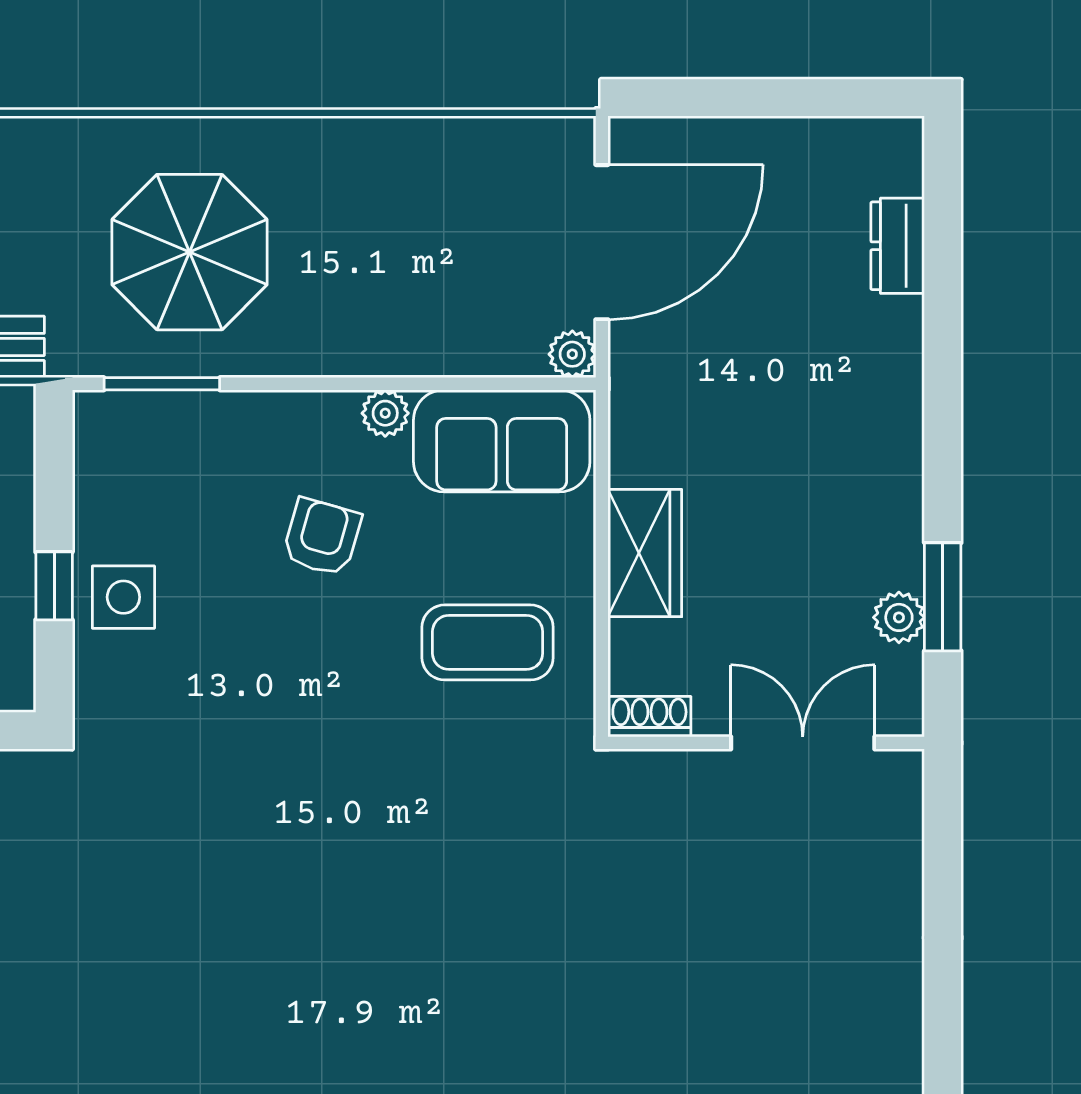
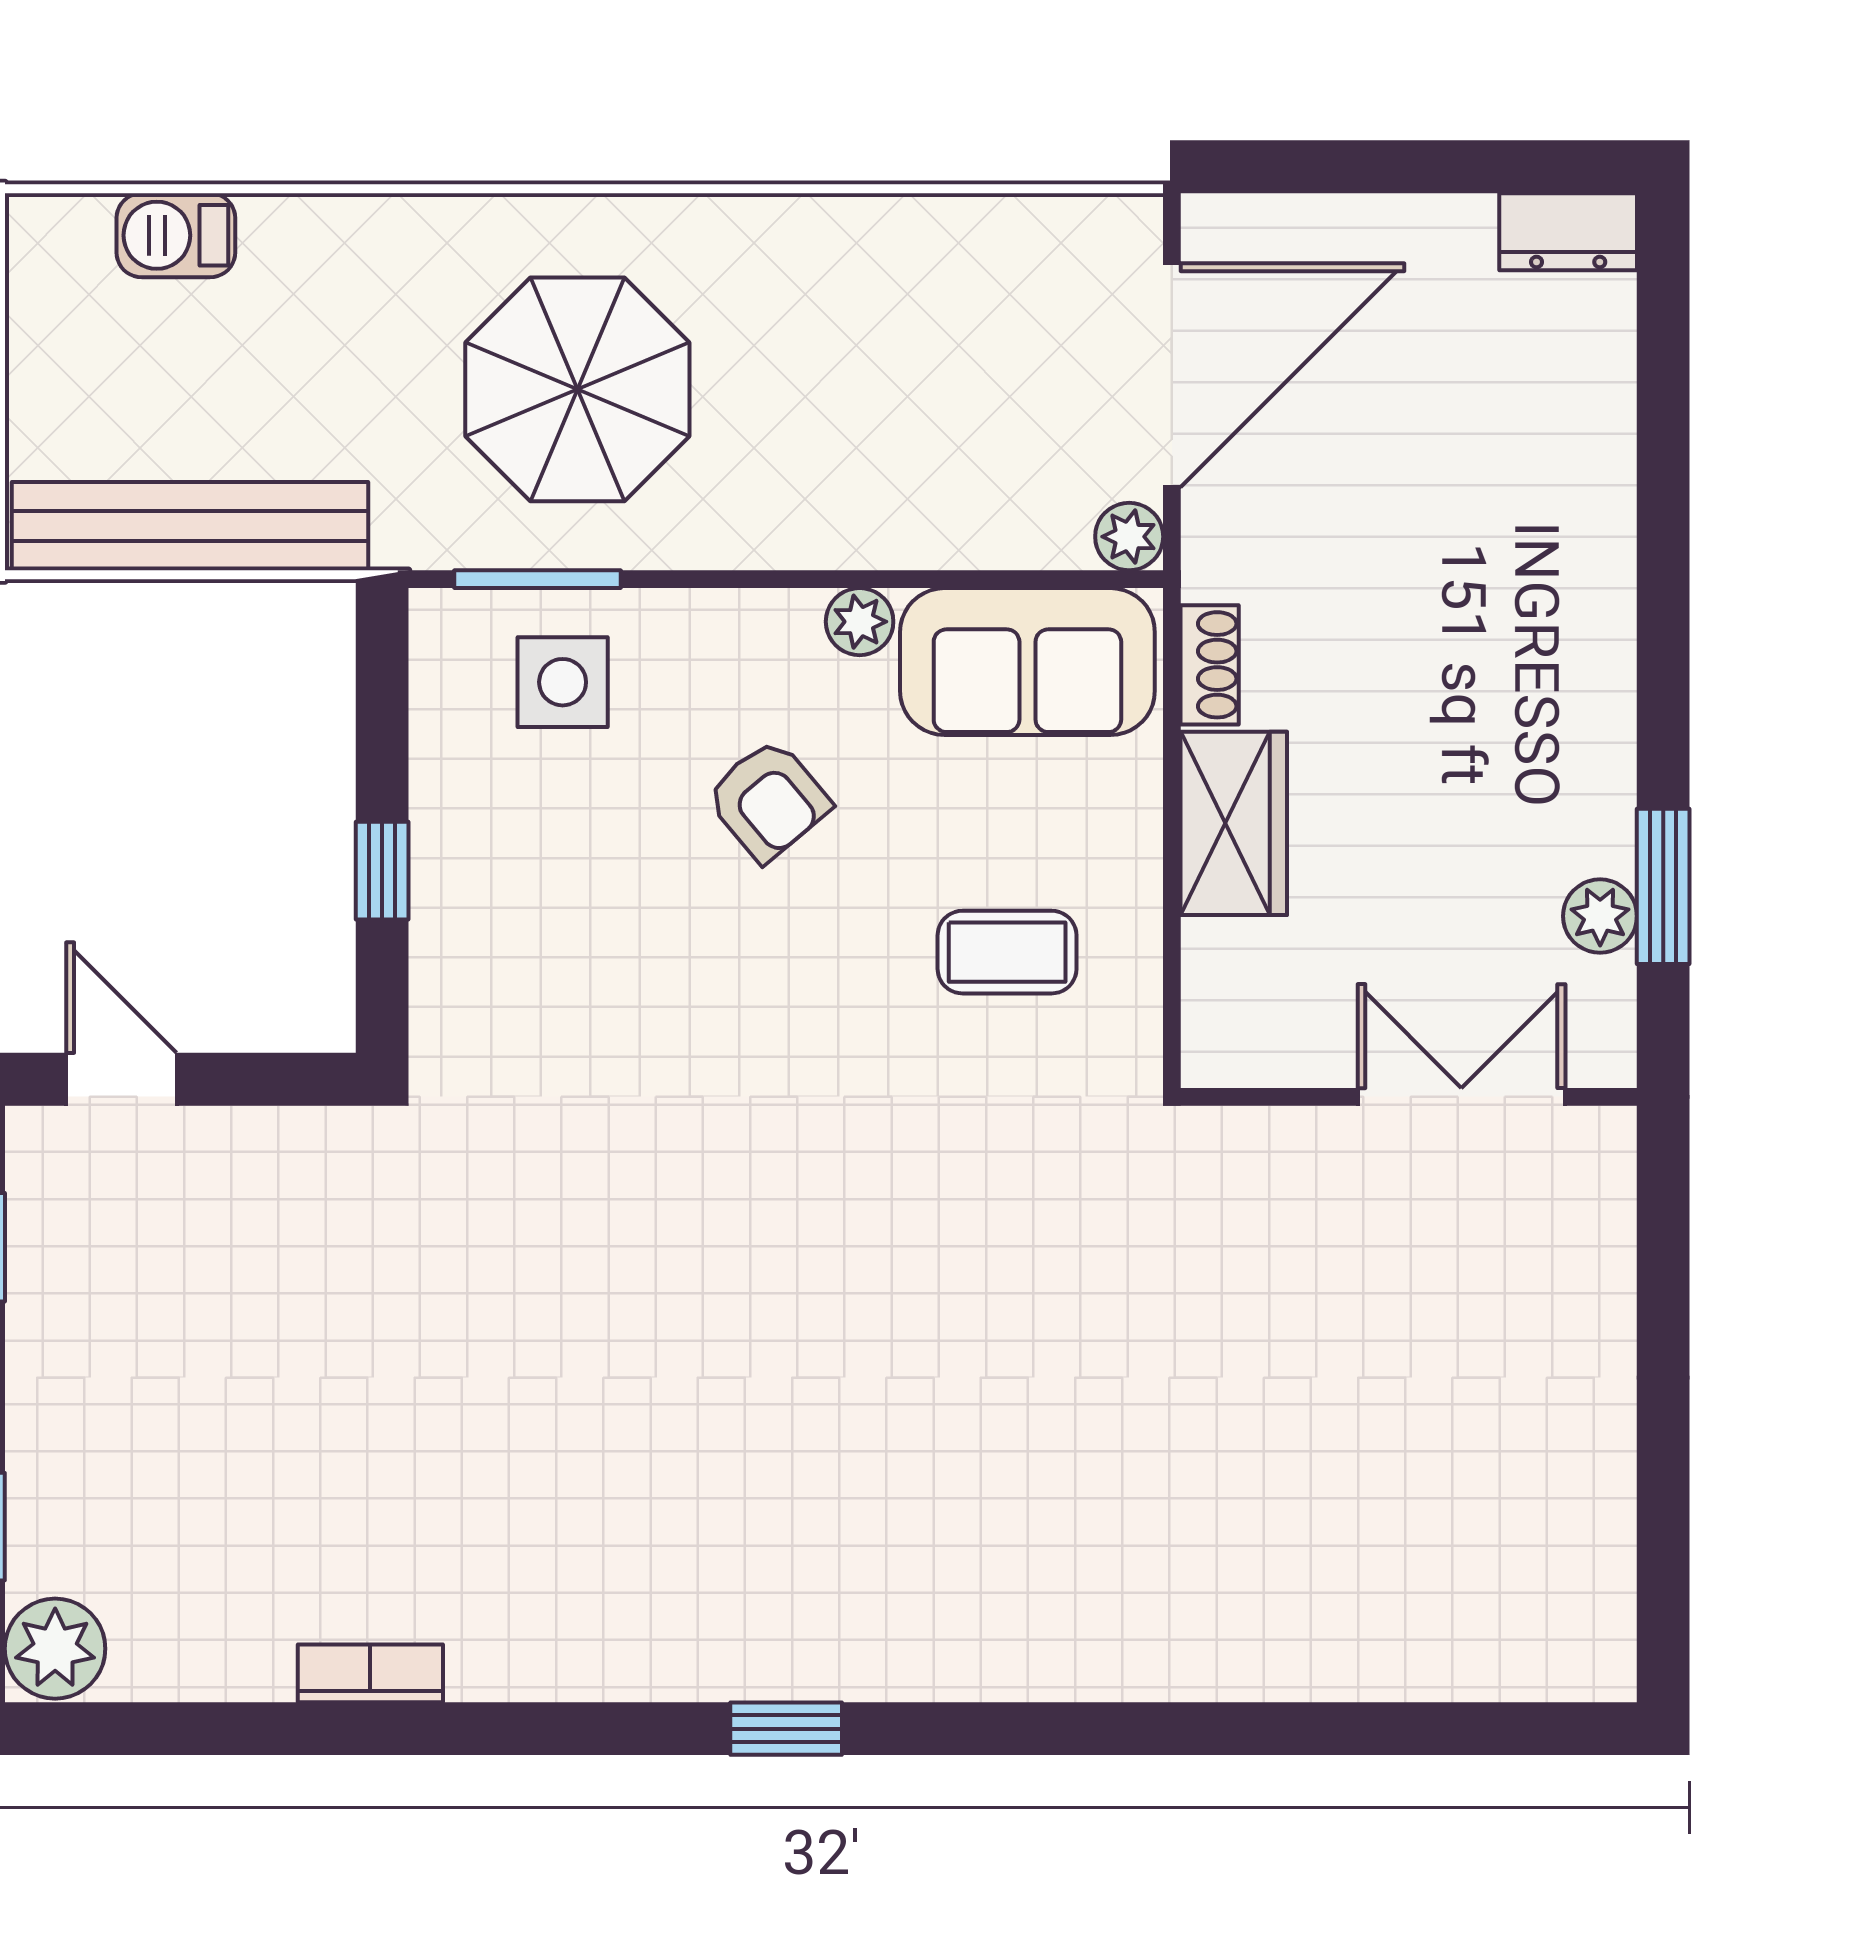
dresser: (898, 246) -> (1568, 232), moved, turned -90
armchair: (322, 537) -> (768, 800), turned 124
side table: (123, 597) -> (563, 682), moved
coffee table: (488, 642) -> (1007, 952), width x0.73, depth x0.77
shoe rack: (649, 717) -> (1210, 665), moved, turned 90

